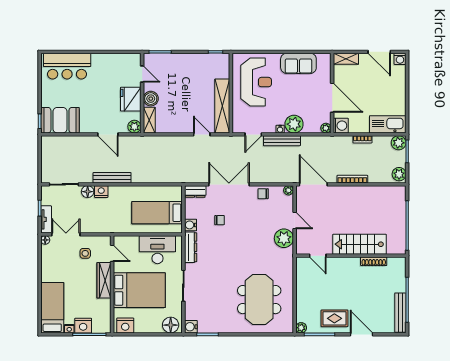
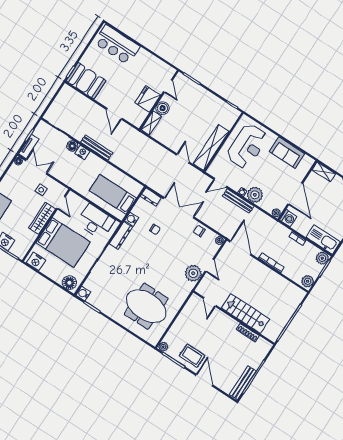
plant: (134, 127) -> (137, 121), removed
meeting table: (259, 300) -> (146, 306), turned 90

